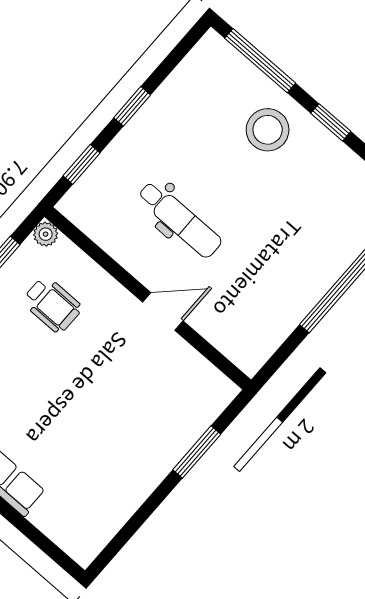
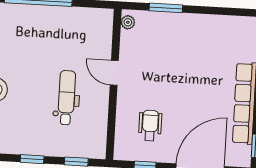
plant: (46, 234) -> (128, 22), moved

